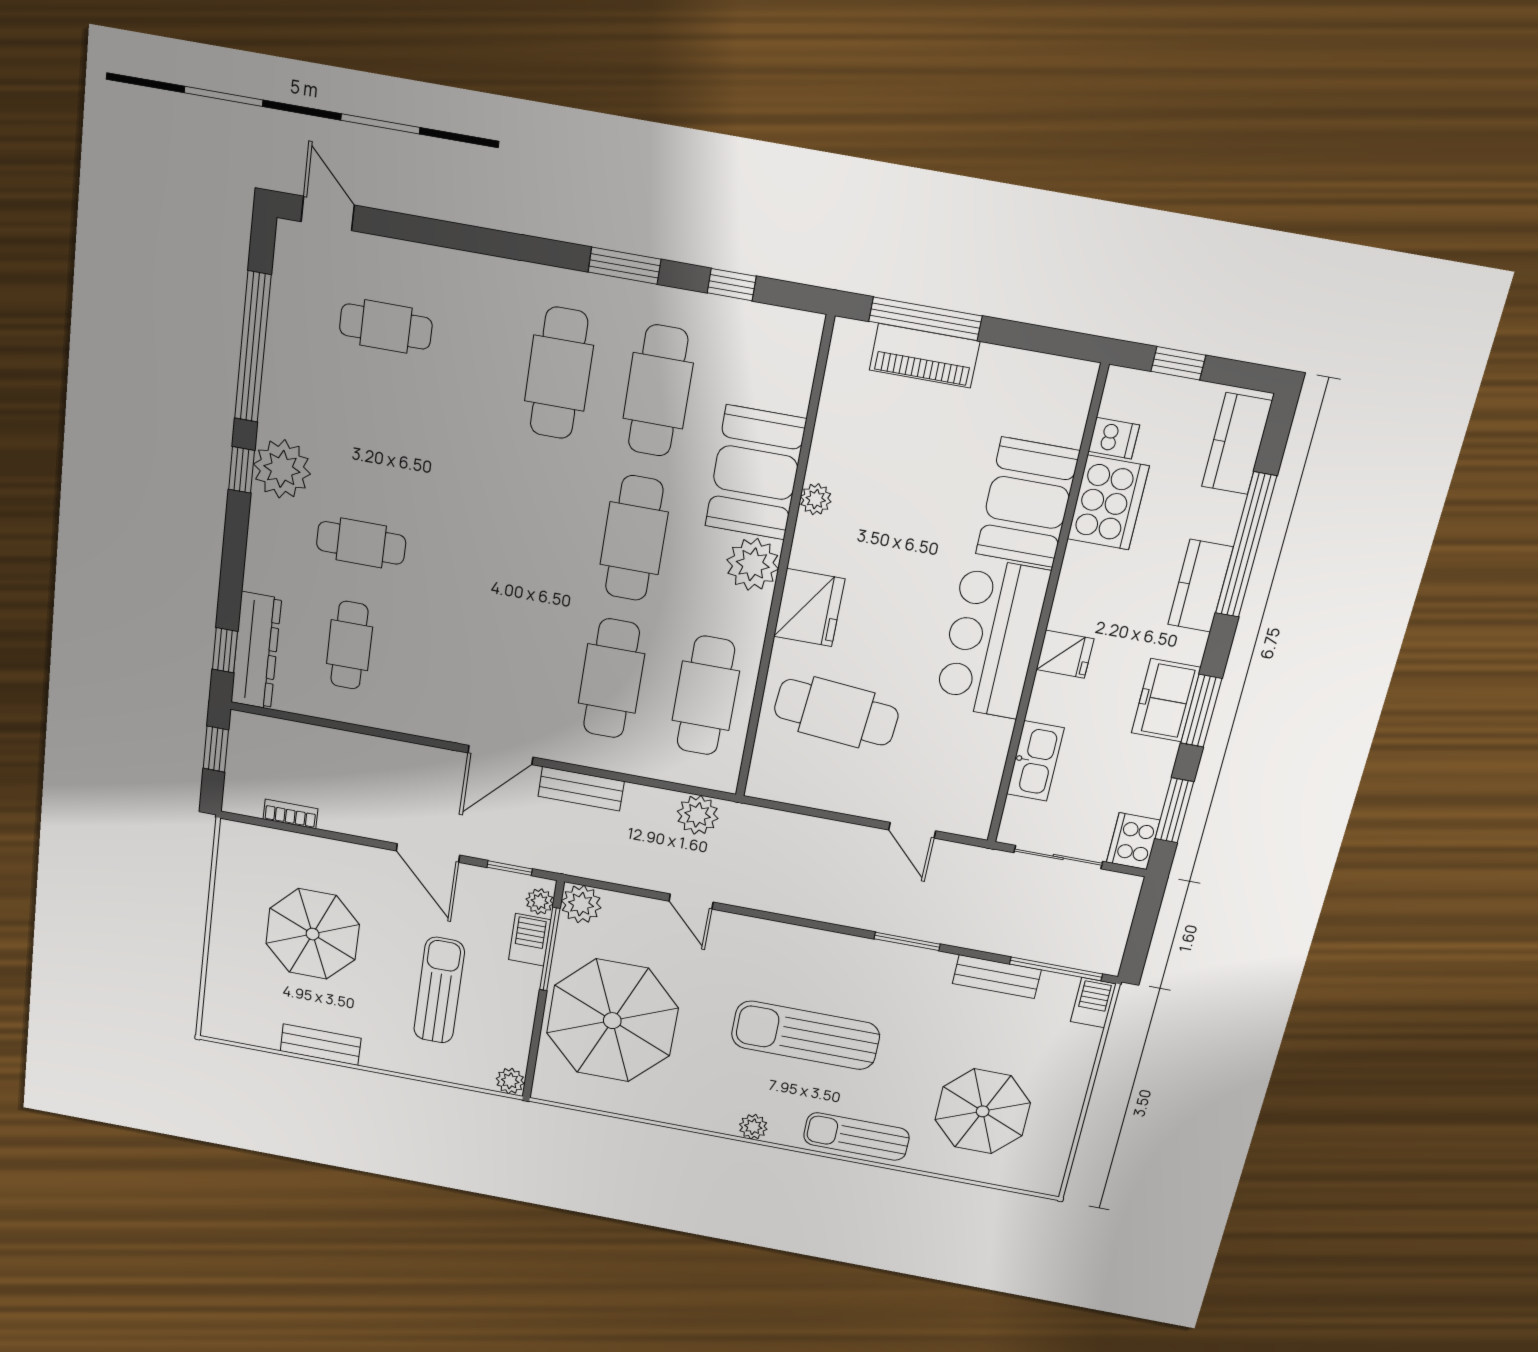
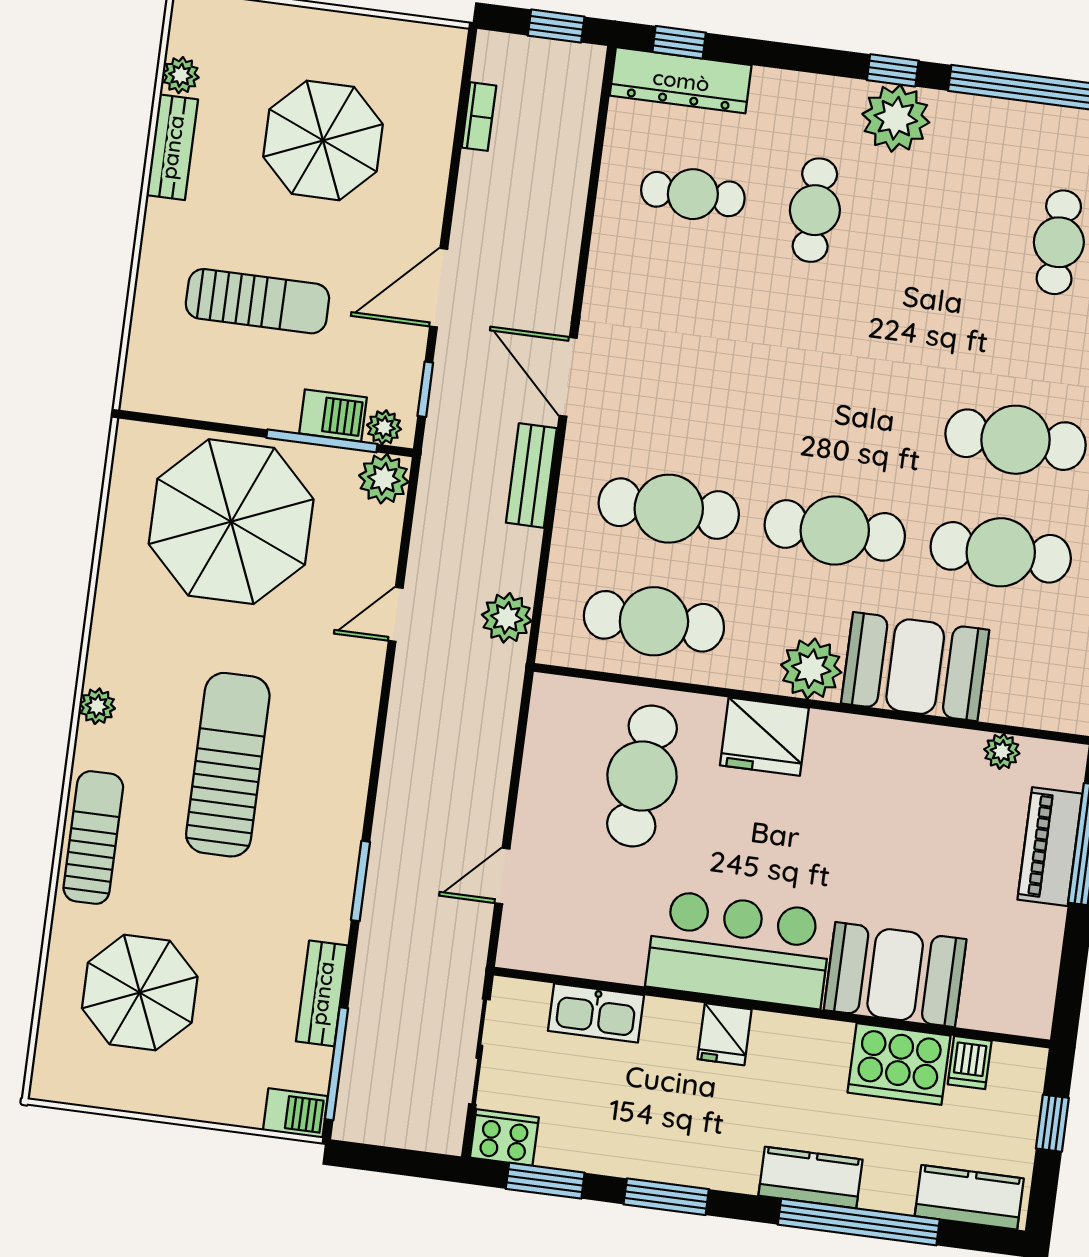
plant: (816, 499) -> (1002, 751), moved
freezer: (1166, 700) -> (677, 1155), removed
plant: (510, 1081) -> (181, 75), moved

